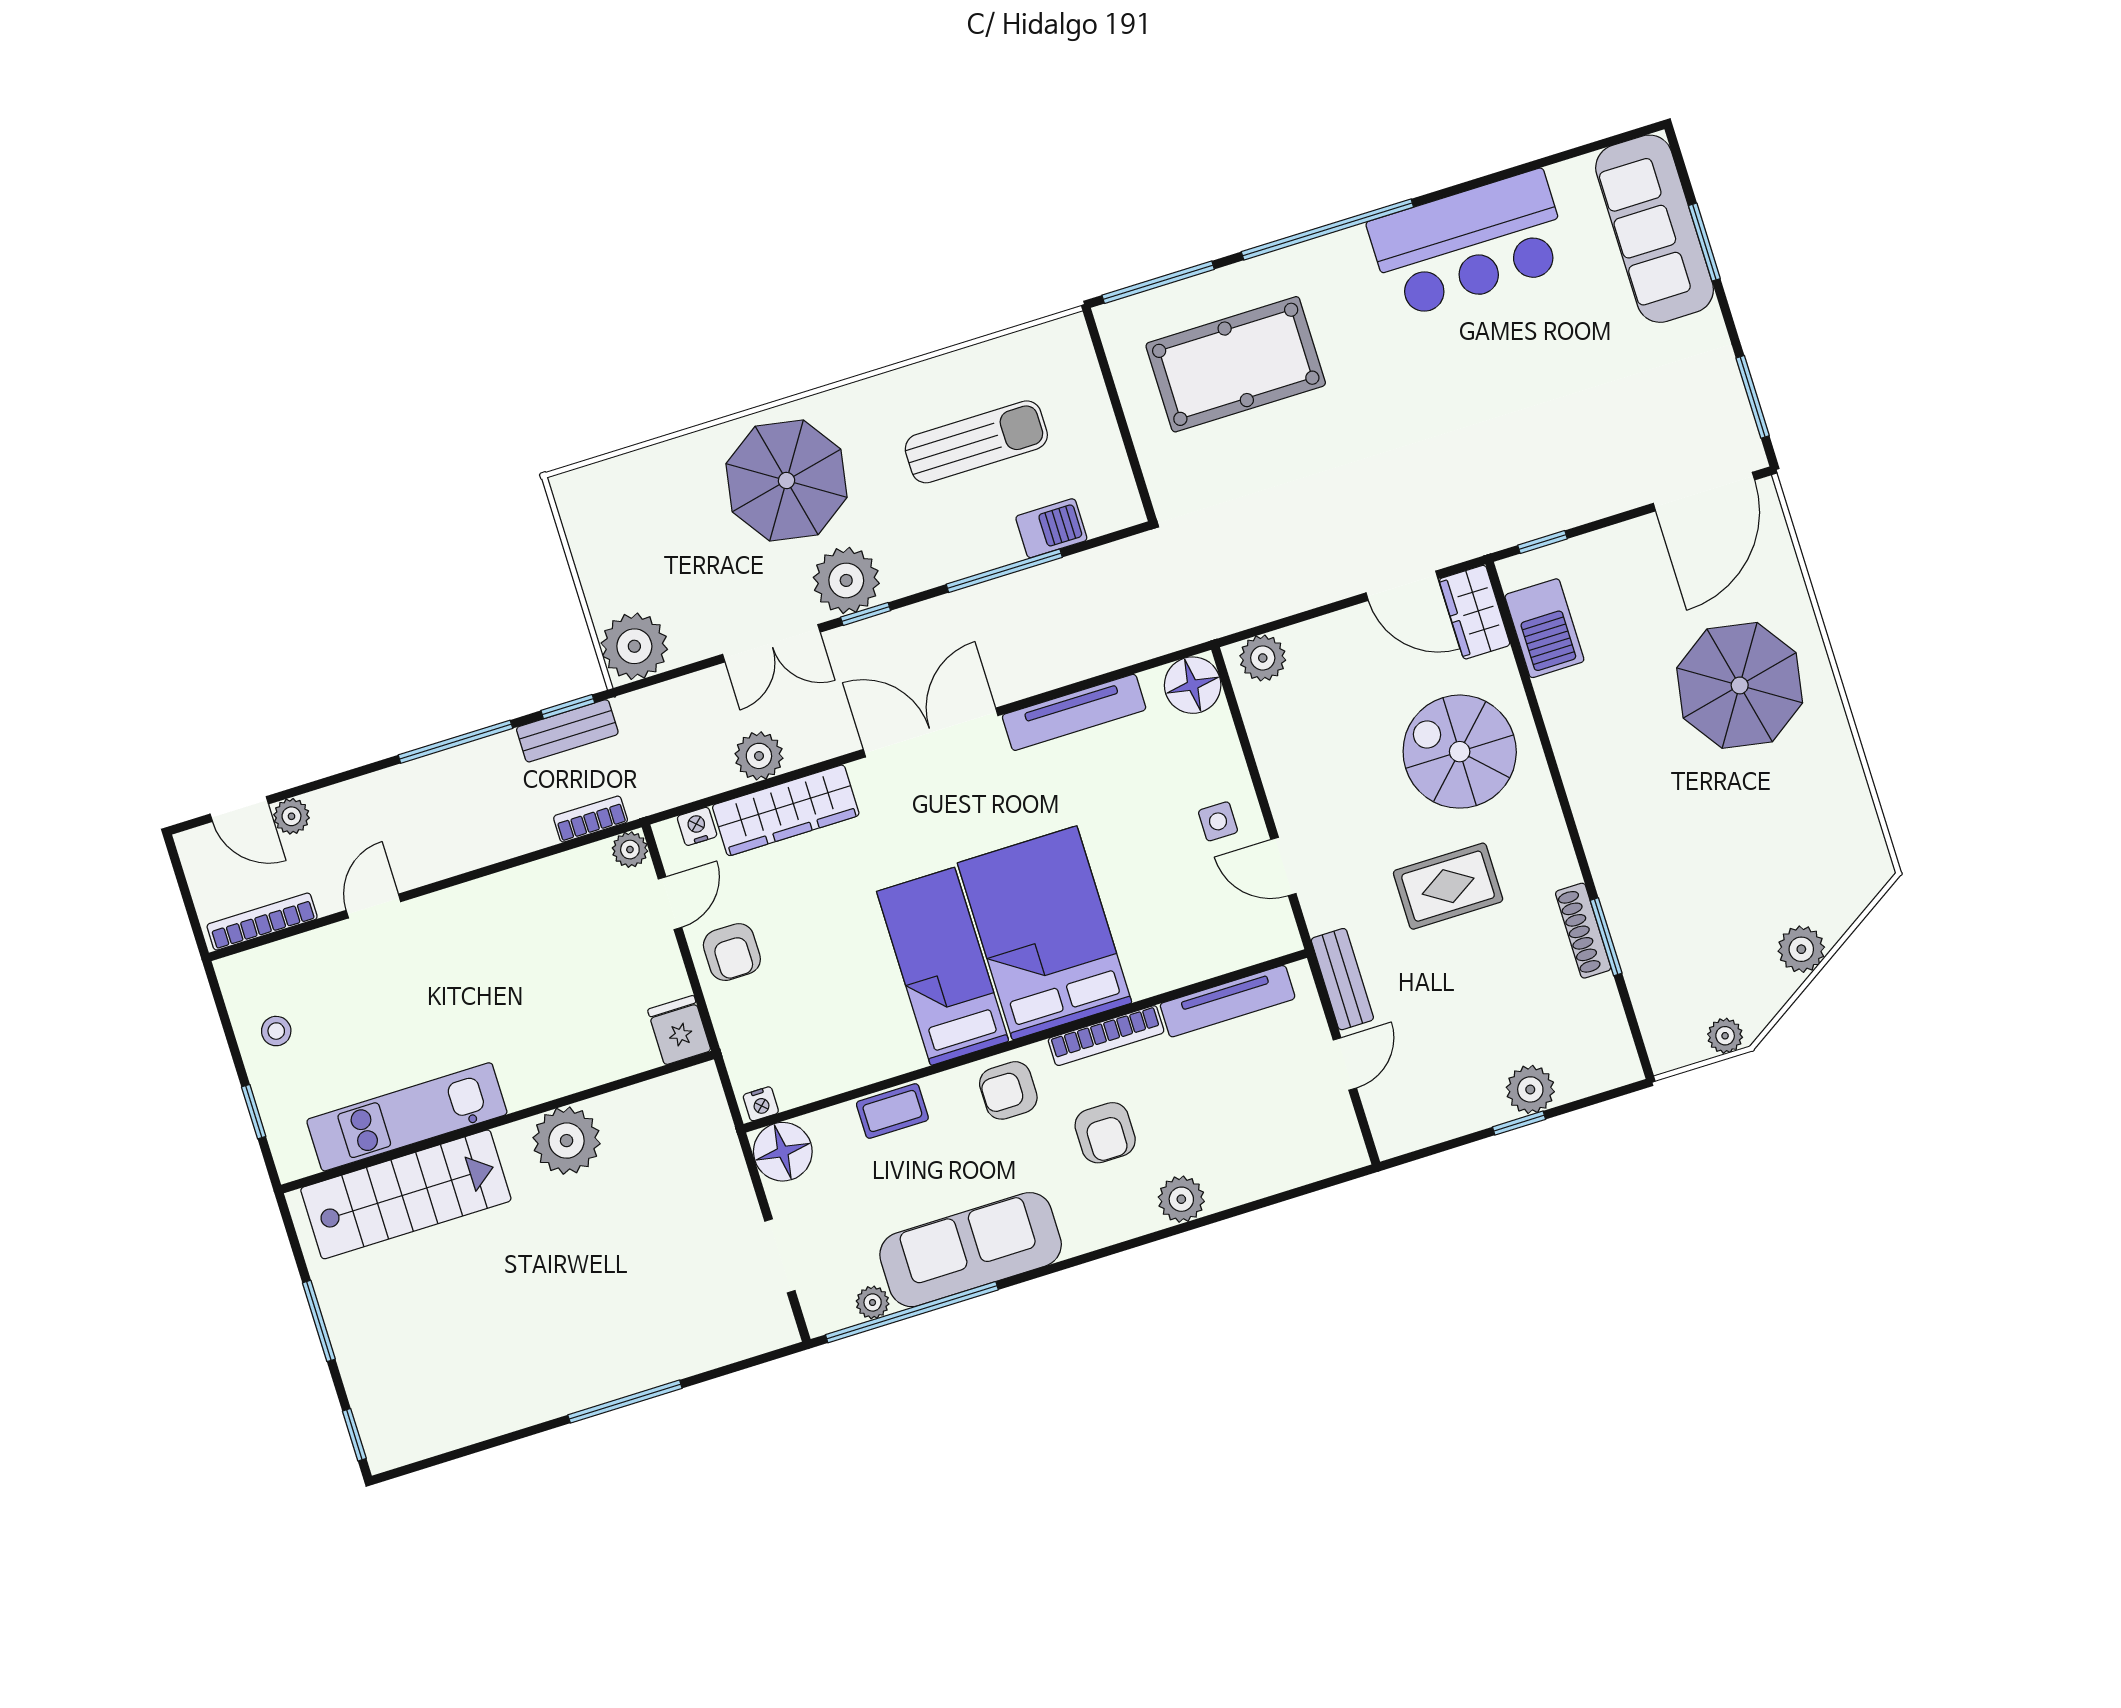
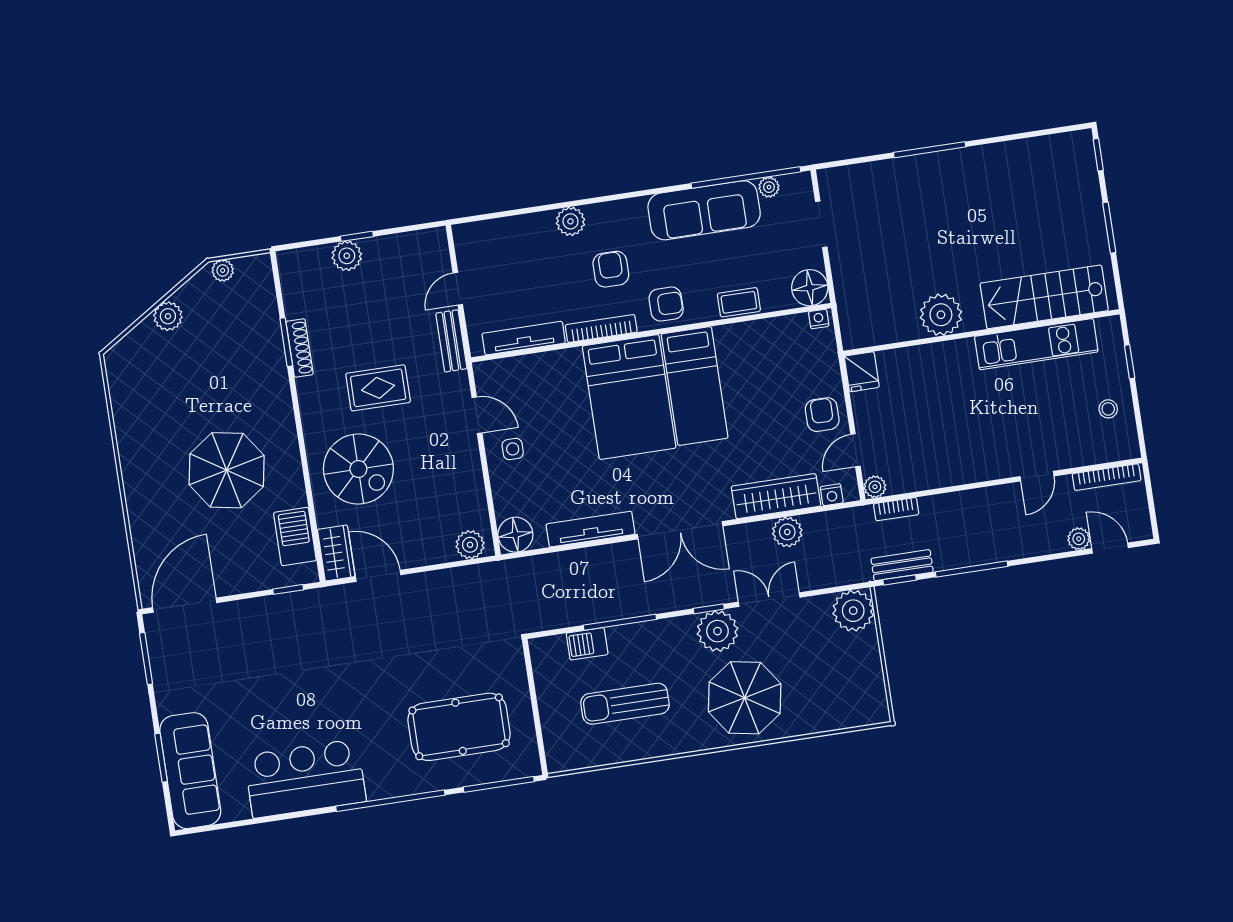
parasol: (1740, 685) -> (227, 470), moved

